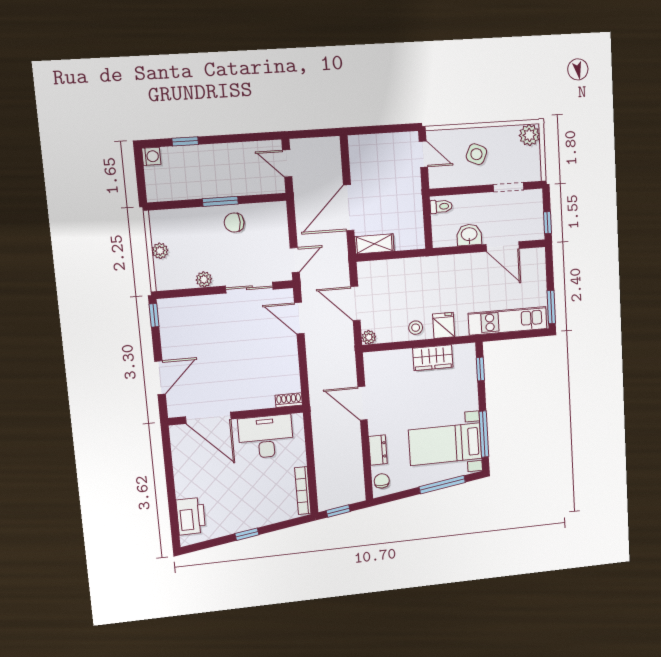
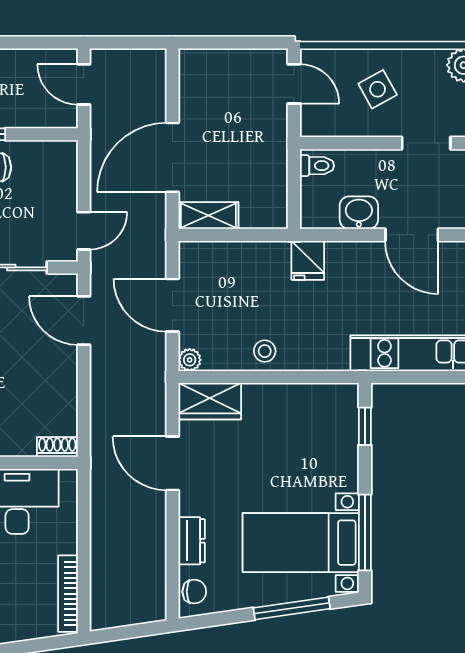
side table: (476, 154) -> (378, 89), turned 37
fridge: (444, 325) -> (308, 260), moved, turned 180
wardrobe: (433, 358) -> (210, 401), moved
chair: (382, 481) -> (194, 592), turned 90
window: (338, 511) -> (121, 633), removed

